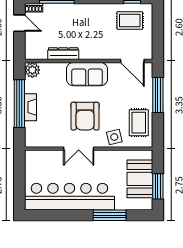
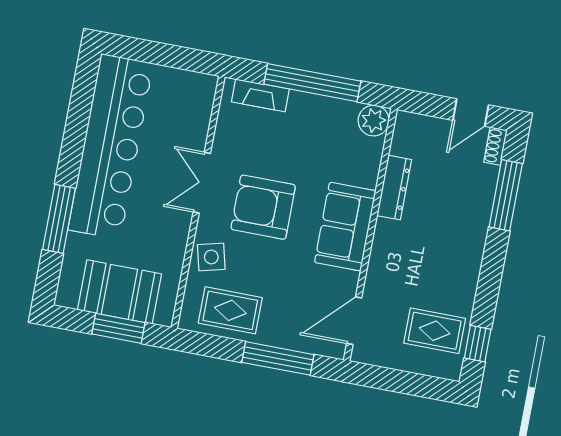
rug: (130, 21) -> (435, 331), turned 90
fireplace: (30, 107) -> (260, 95), moved
window: (158, 186) -> (118, 328), moved

